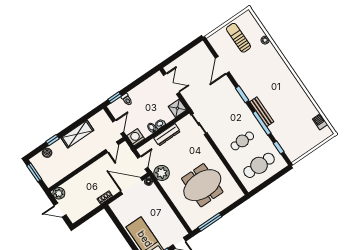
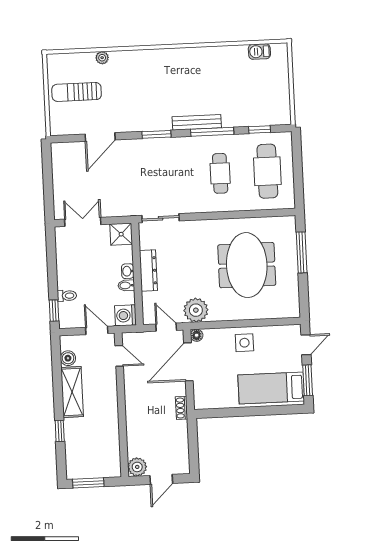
door: (222, 65) -> (100, 137), hinge flipped
boiler: (47, 153) -> (68, 358), moved
side table: (160, 210) -> (244, 343), added
window: (210, 222) -> (302, 252), moved

